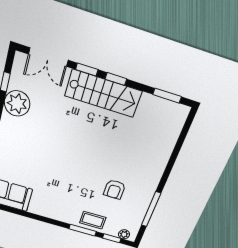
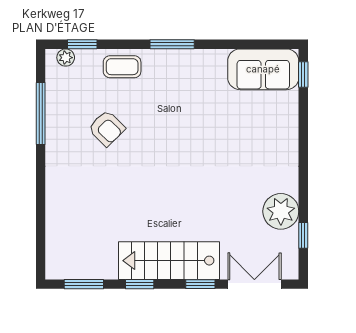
window: (116, 79) -> (140, 284), moved
armchair: (114, 189) -> (107, 128), turned 135
window: (83, 230) -> (172, 44), moved

